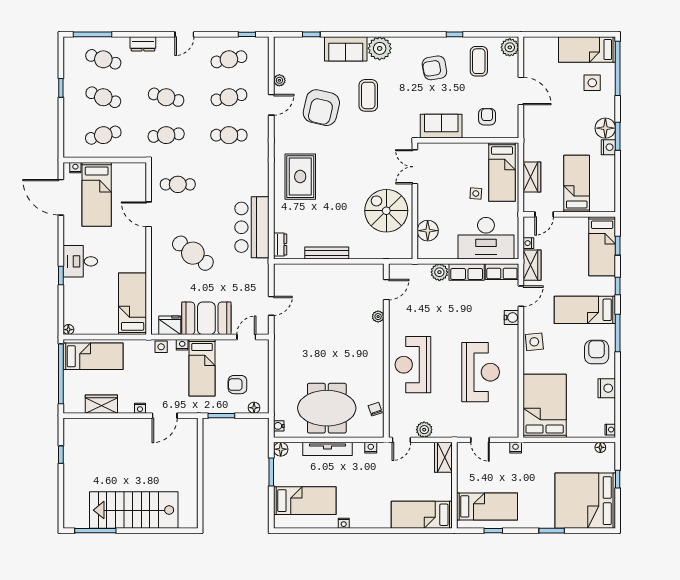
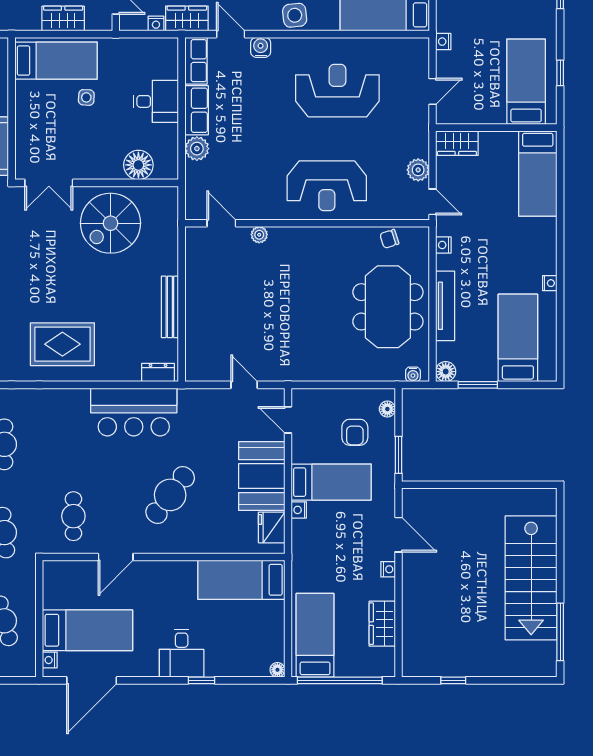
desk: (486, 238) -> (156, 101), width x0.53, depth x0.77
side table: (161, 347) -> (302, 540), removed

